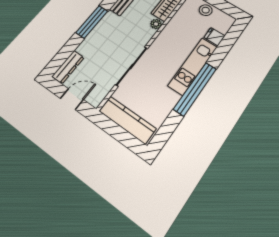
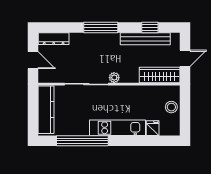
plant: (156, 24) -> (114, 78), moved
window: (195, 89) -> (82, 141), moved

